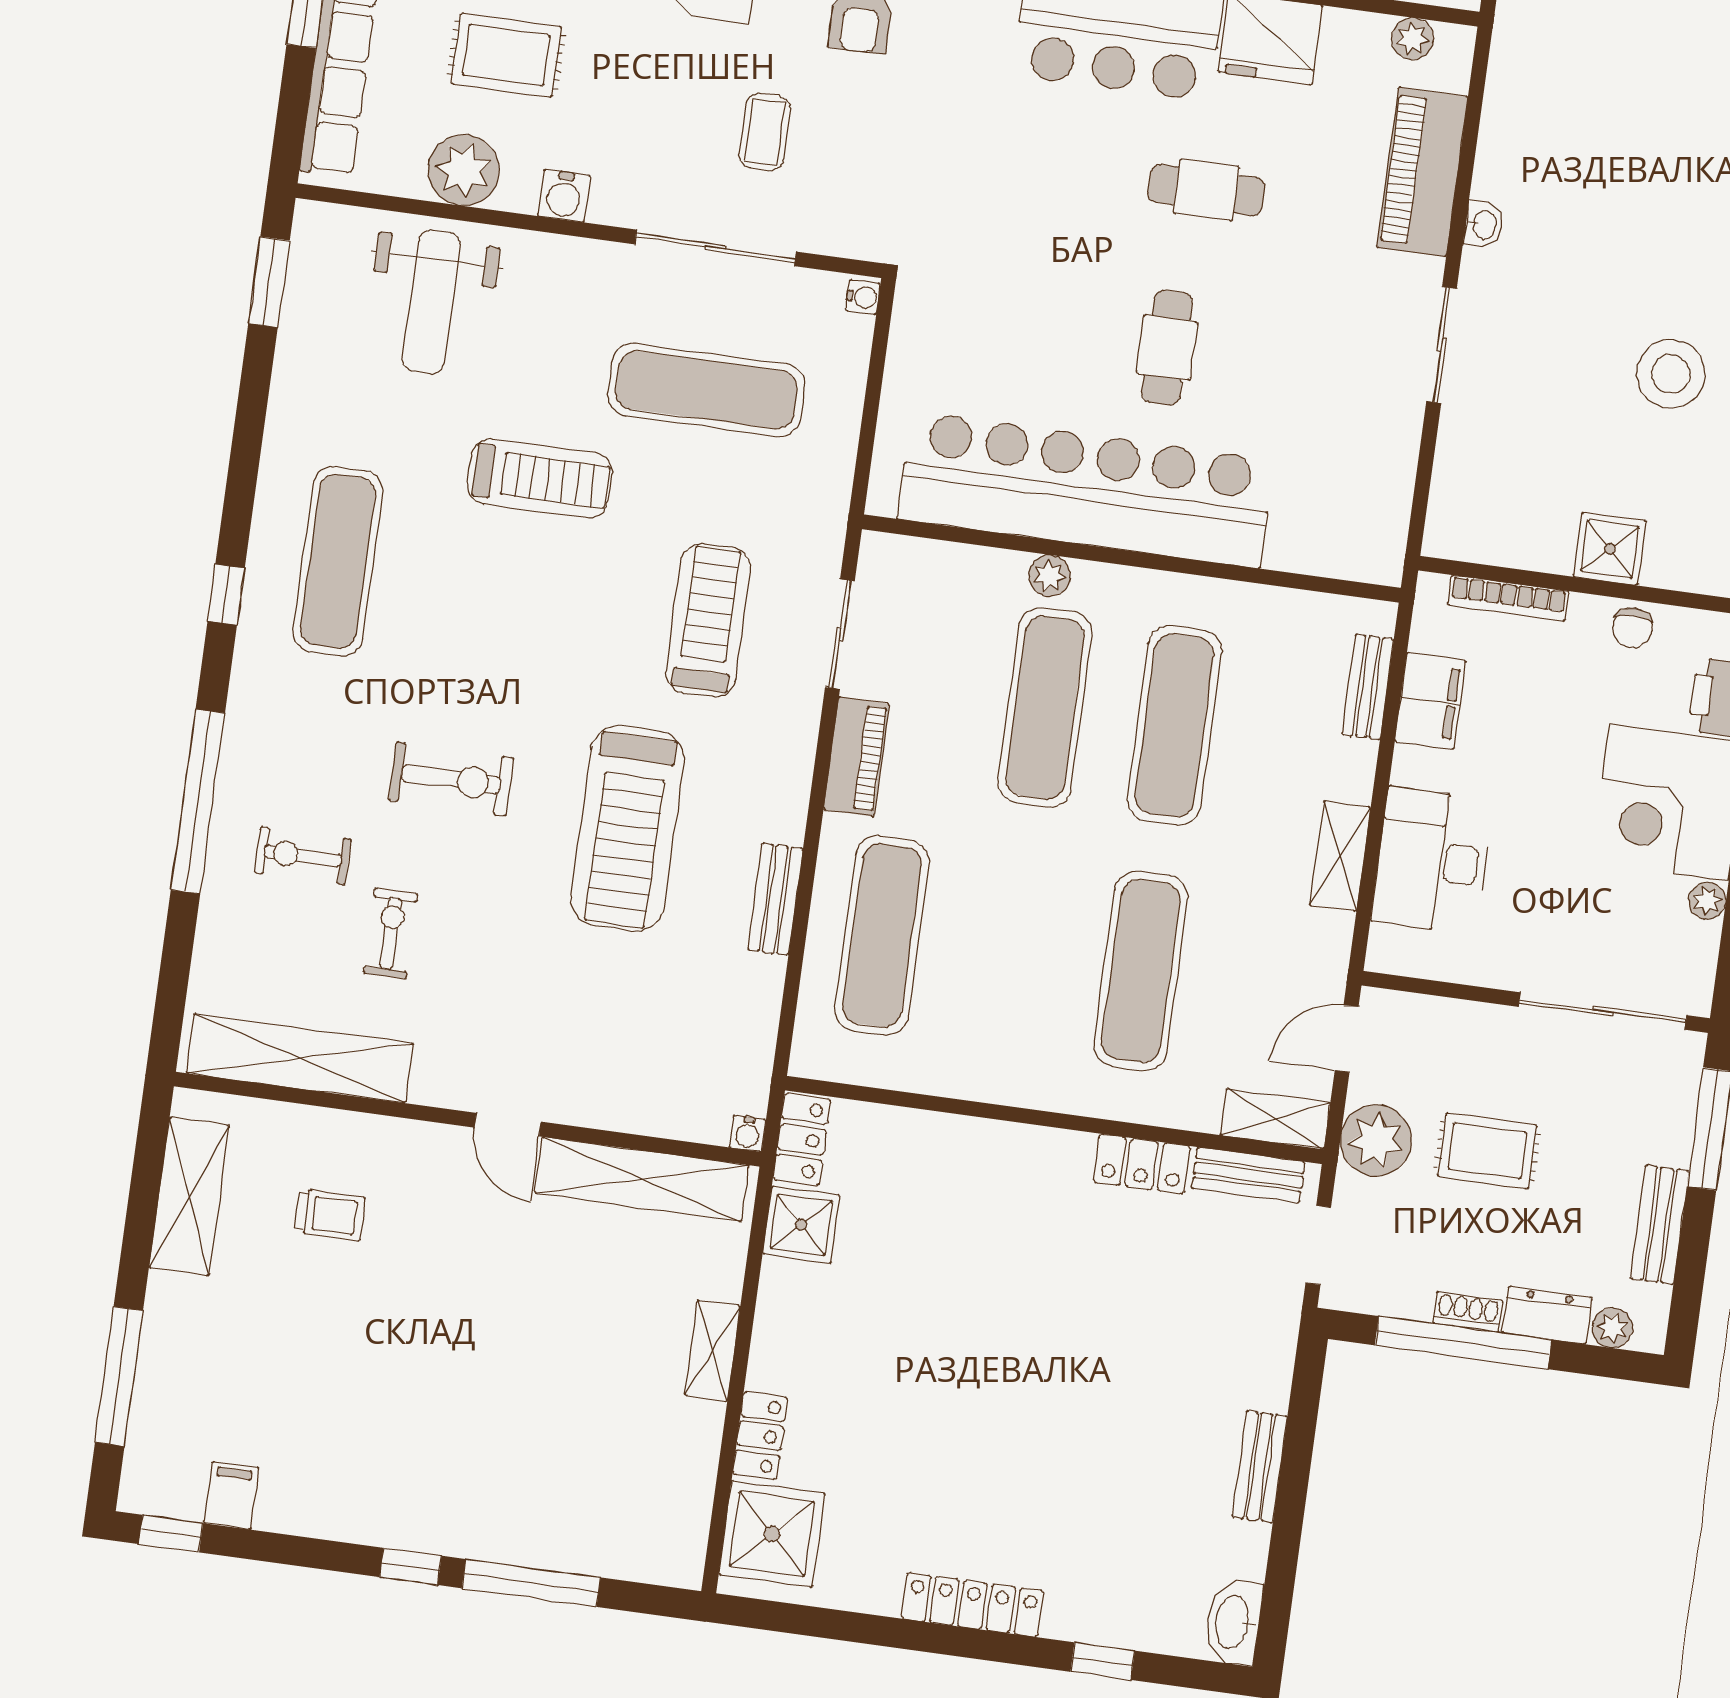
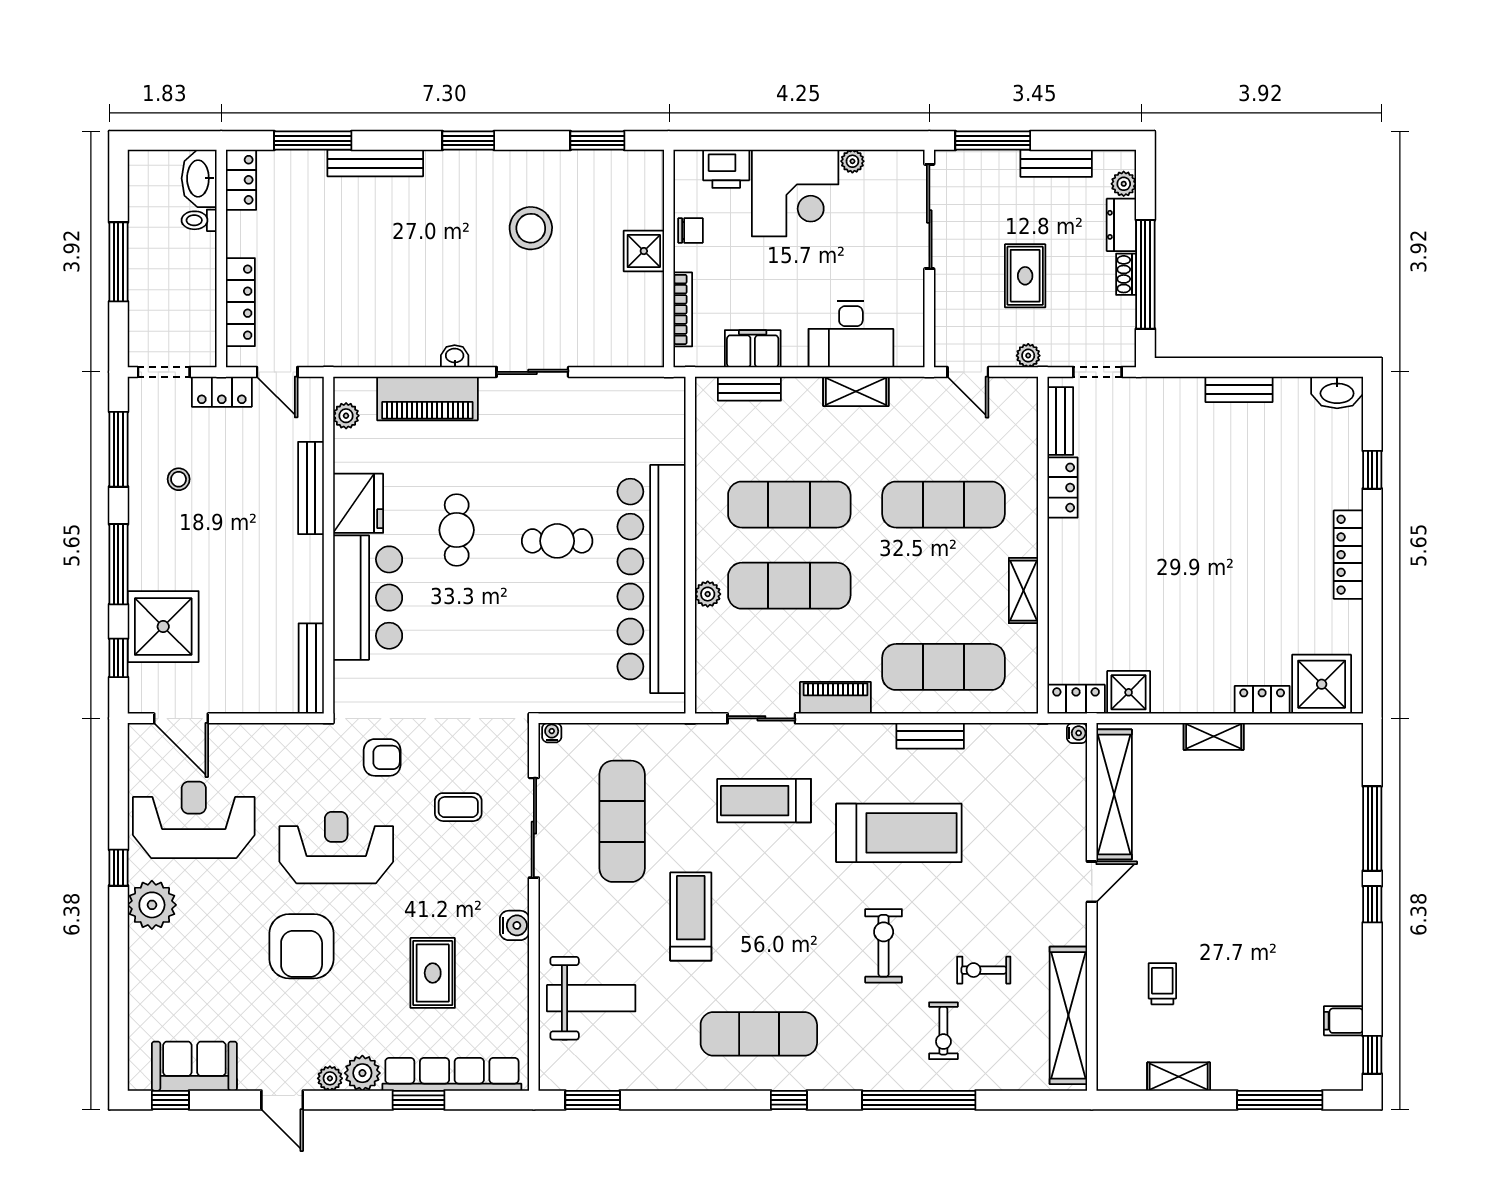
plant: (463, 170) -> (507, 990), removed
shelving: (1275, 1119) -> (1023, 591), moved
plant: (1376, 1140) -> (1028, 356), width x0.53, depth x0.53
shelving: (189, 1197) -> (1179, 1077), width x0.67, depth x0.75

